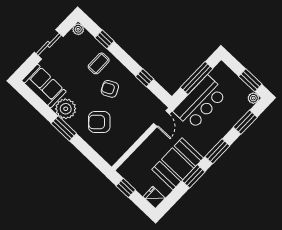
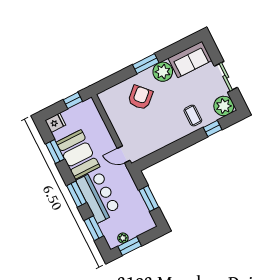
plant: (78, 29) -> (224, 106), width x1.87, depth x1.87
window: (145, 78) -> (166, 152), removed
window: (197, 78) -> (149, 199), width x0.69
armchair: (110, 89) -> (167, 118), removed
plant: (253, 98) -> (123, 238), moved
bar counter: (200, 103) -> (98, 196), moved, turned 180
window: (193, 176) -> (55, 152), moved

